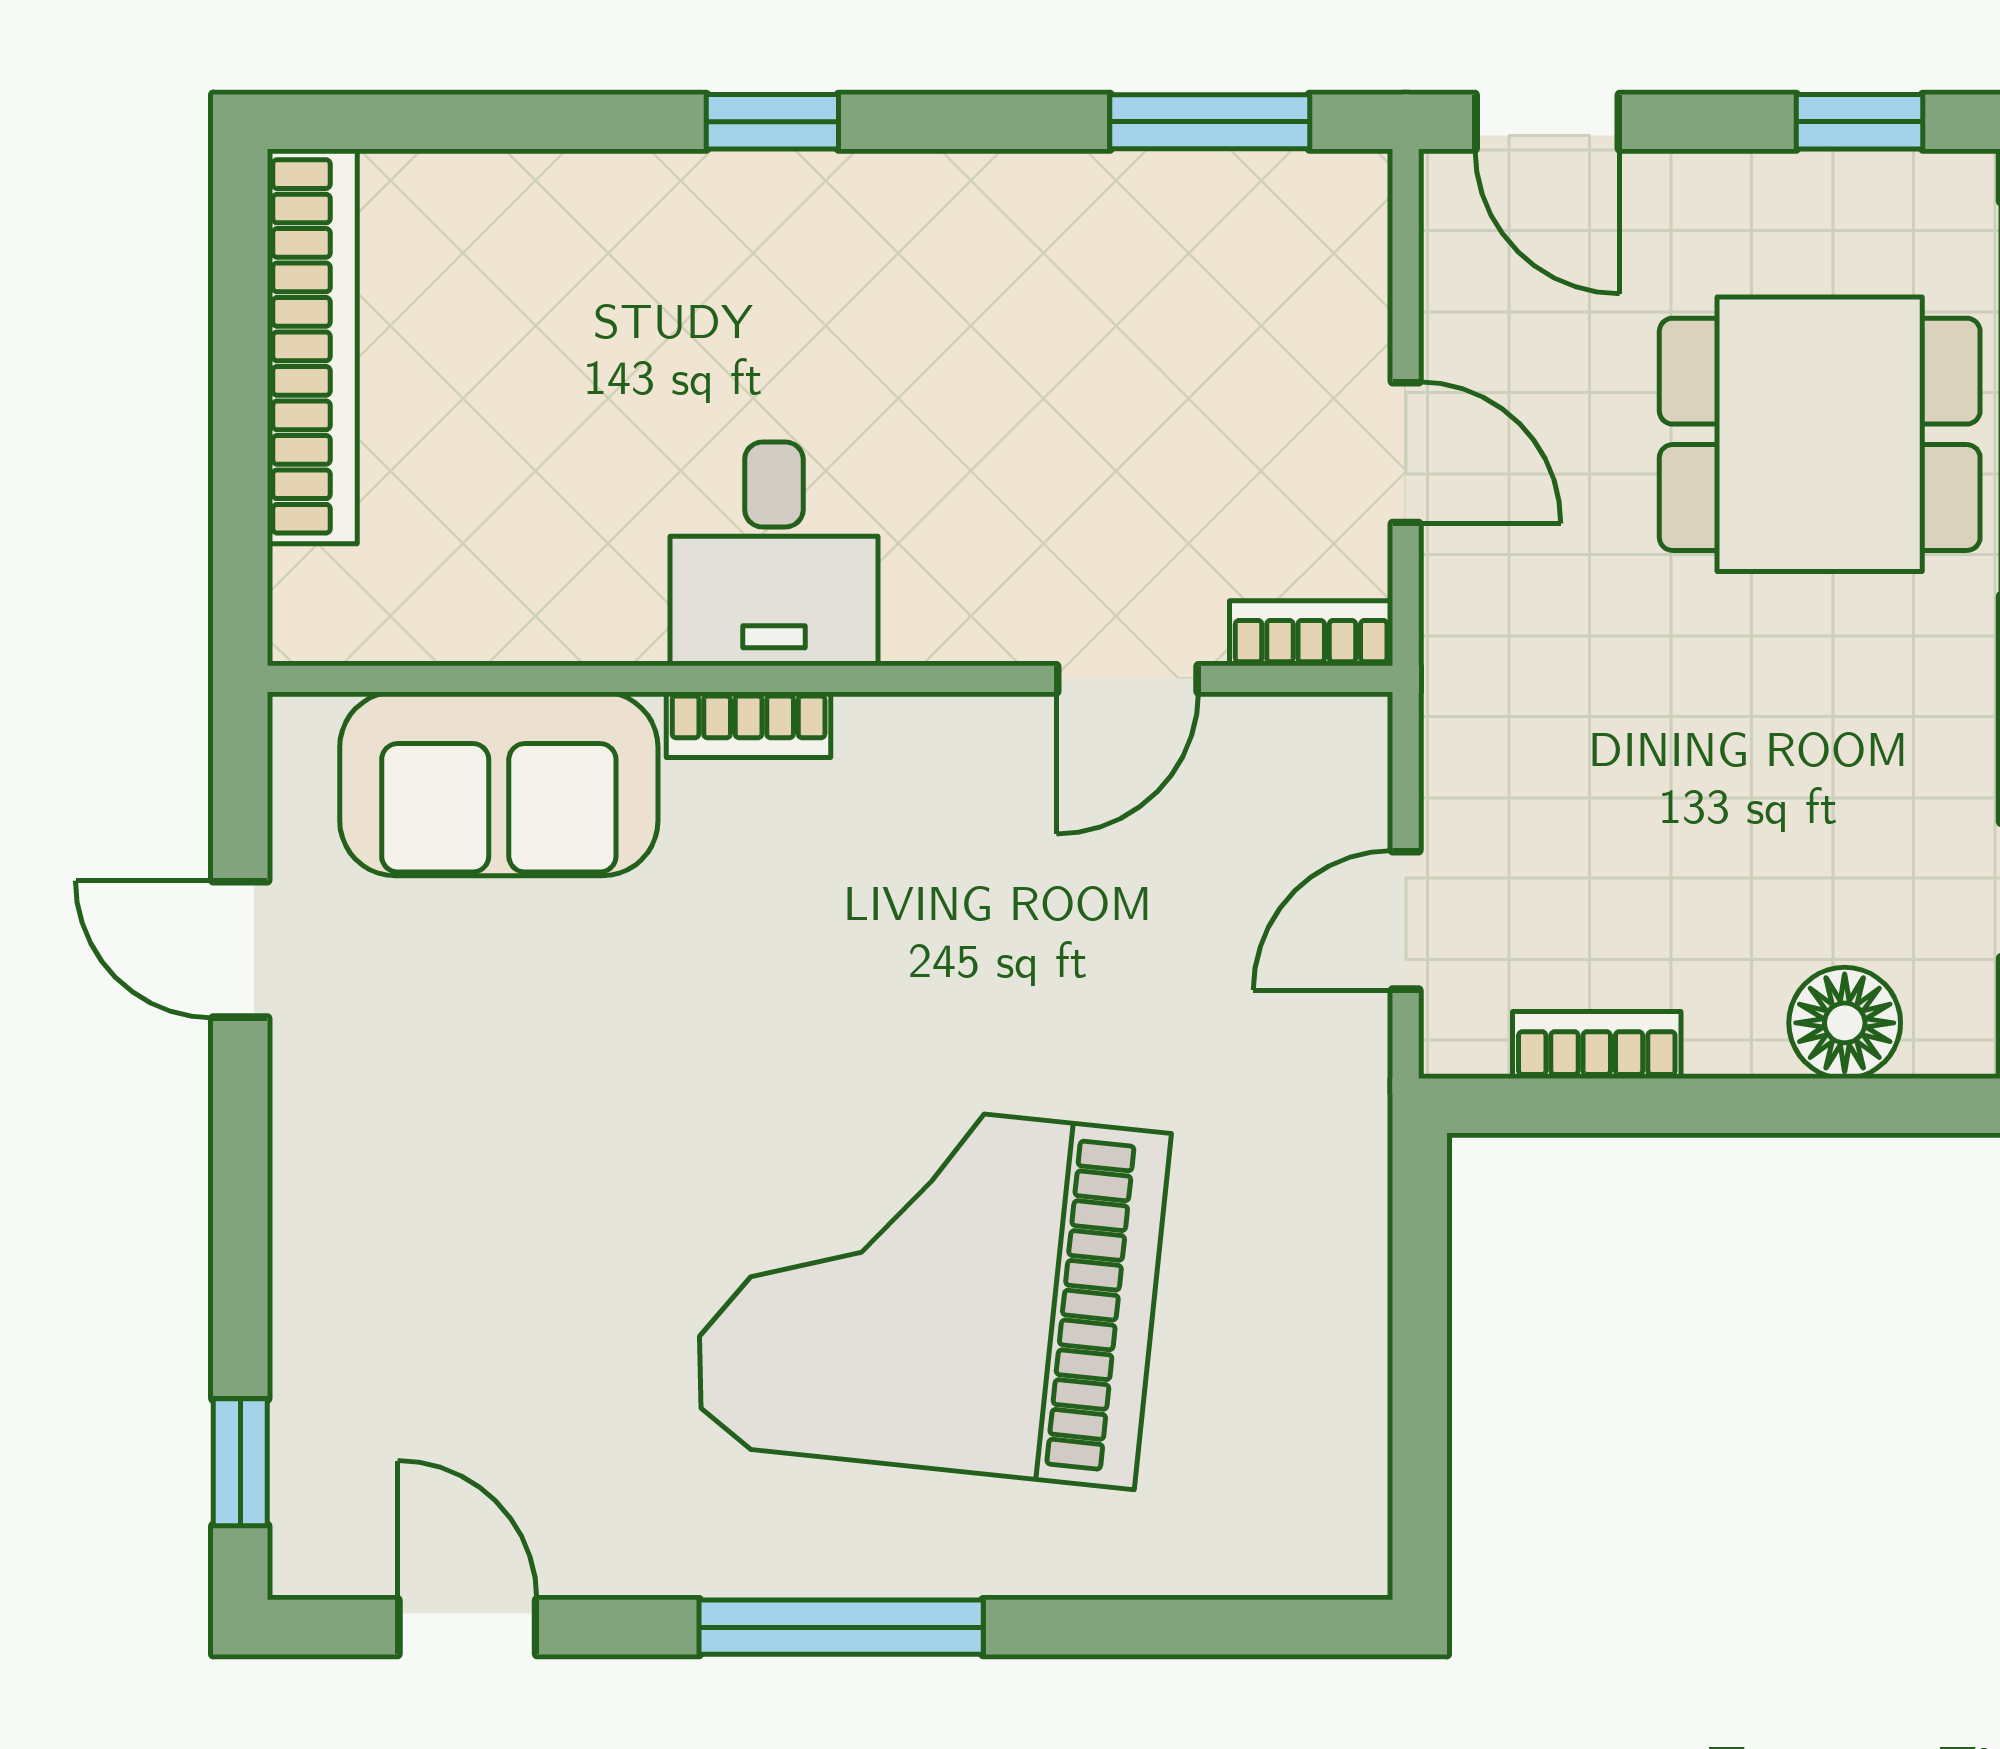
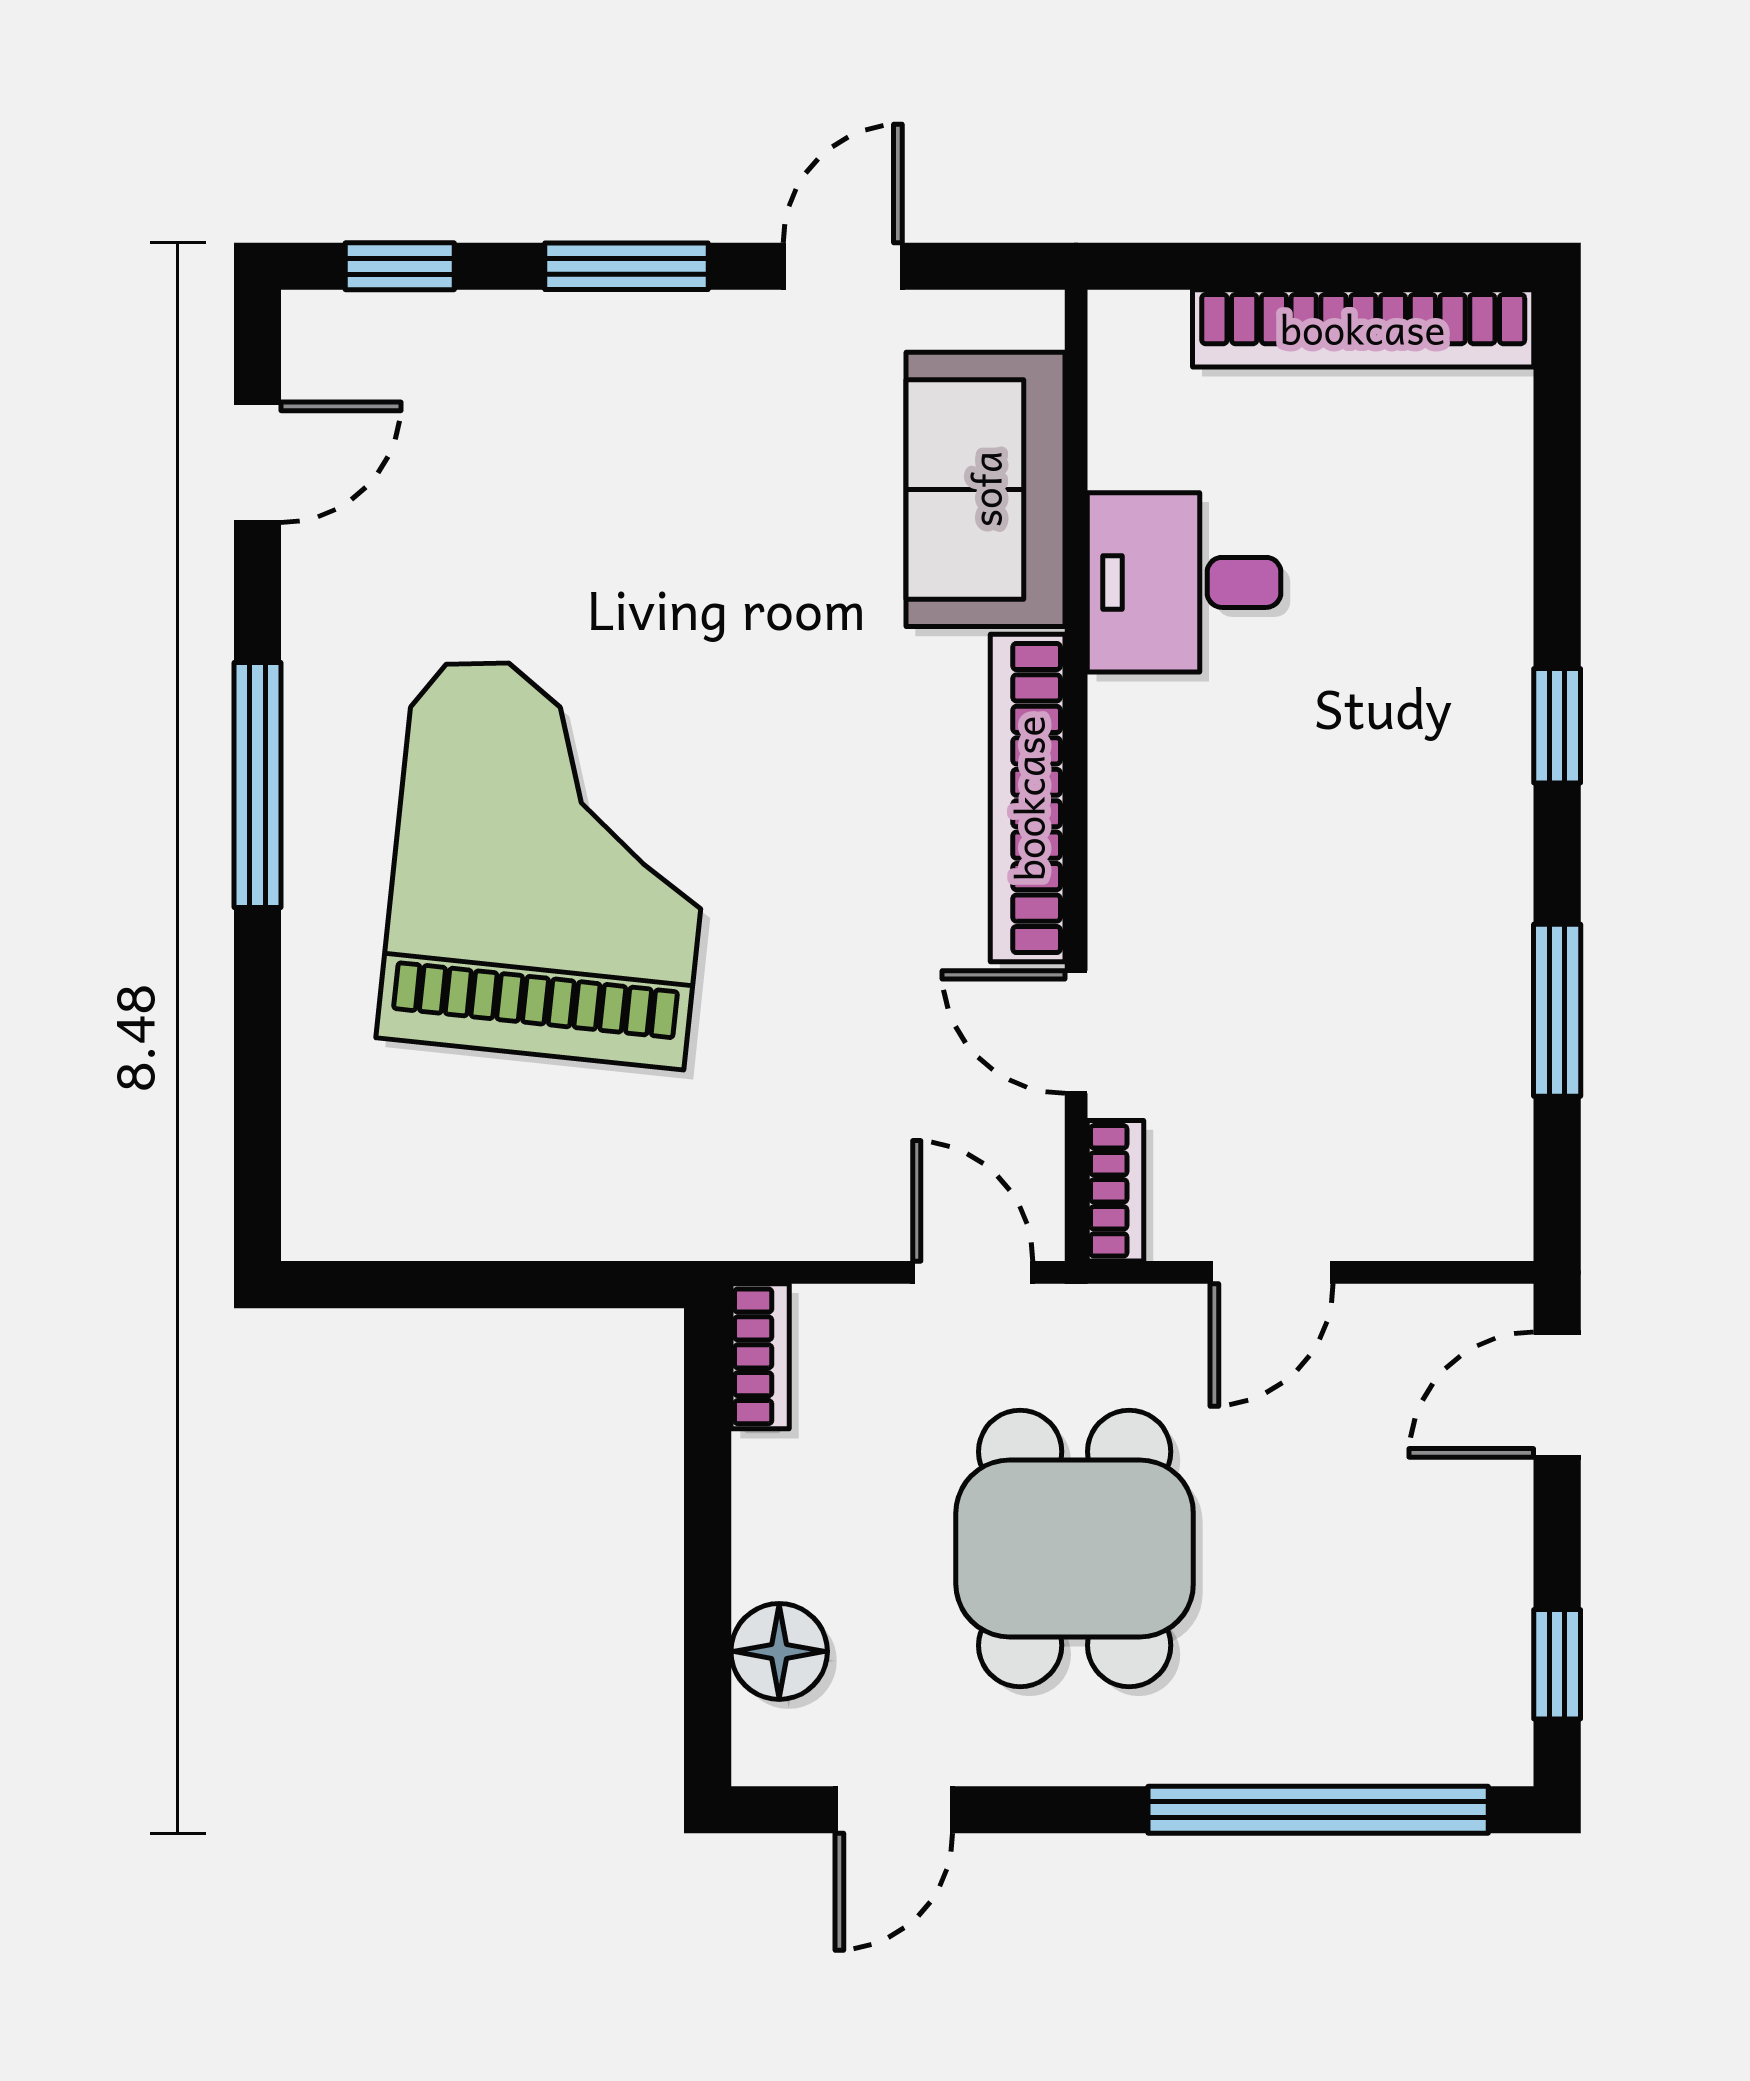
window: (1210, 122) -> (1557, 1010), moved
dining table: (1820, 434) -> (1075, 1548), moved
desk: (774, 554) -> (1184, 582), moved
bookcase: (749, 725) -> (1028, 798), width x2.31, depth x1.31
door: (1406, 920) -> (973, 1272), moved
bookcase: (1597, 1045) -> (760, 1356), moved
window: (240, 1200) -> (627, 266), added

